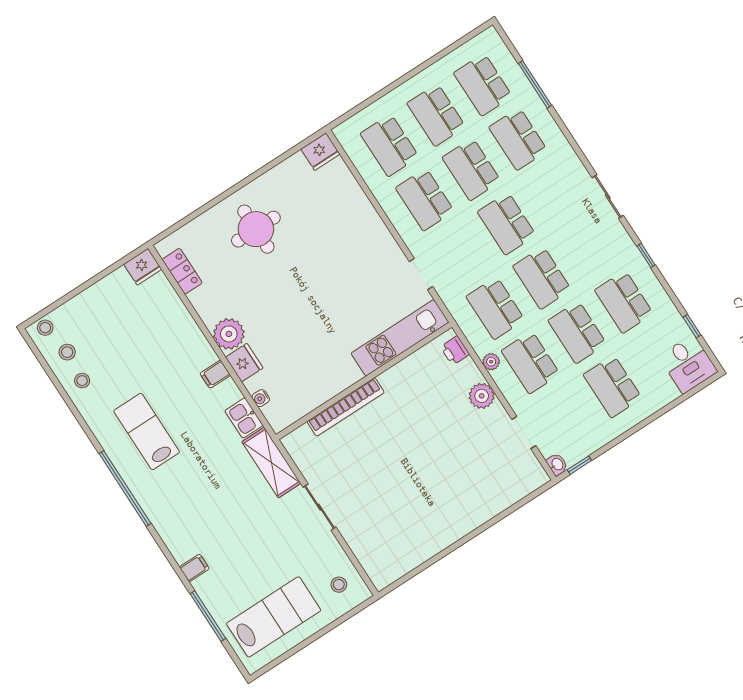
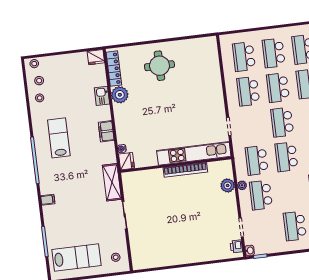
fridge: (320, 152) -> (209, 43), removed
locker: (182, 271) -> (114, 69), width x1.53
school desk: (577, 332) -> (291, 191), removed
plant: (229, 334) -> (120, 95), moved
kitchen unit: (400, 338) -> (194, 153), width x1.36
printer: (455, 350) -> (236, 246), moved
fridge: (244, 363) -> (126, 161), moved
filing cabinet: (215, 374) -> (106, 131), width x2.00
plant: (482, 396) -> (228, 185), moved
bookcase: (346, 407) -> (185, 170), moved
kitchen sink: (244, 418) -> (102, 96), moved
filing cabinet: (194, 568) -> (48, 200), moved

